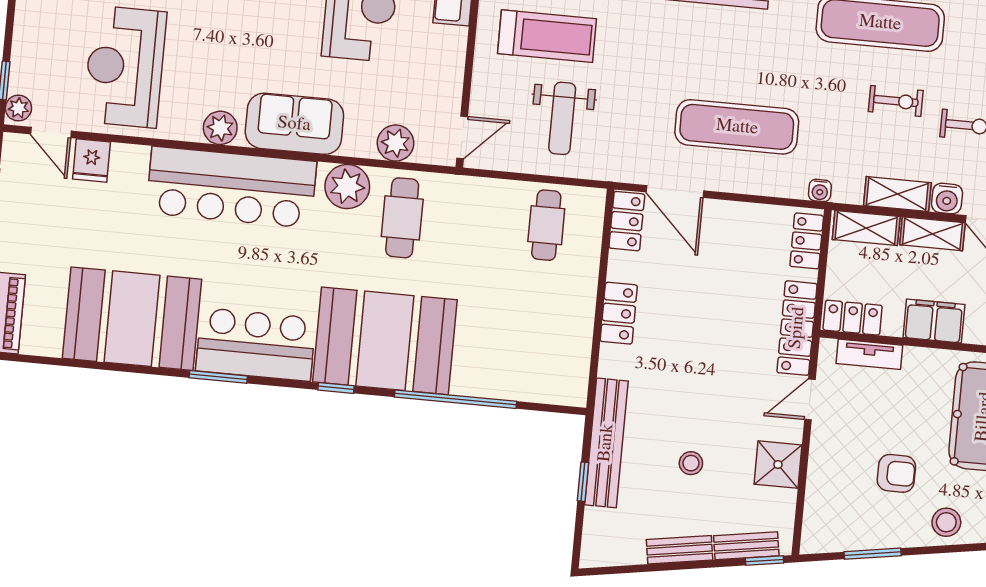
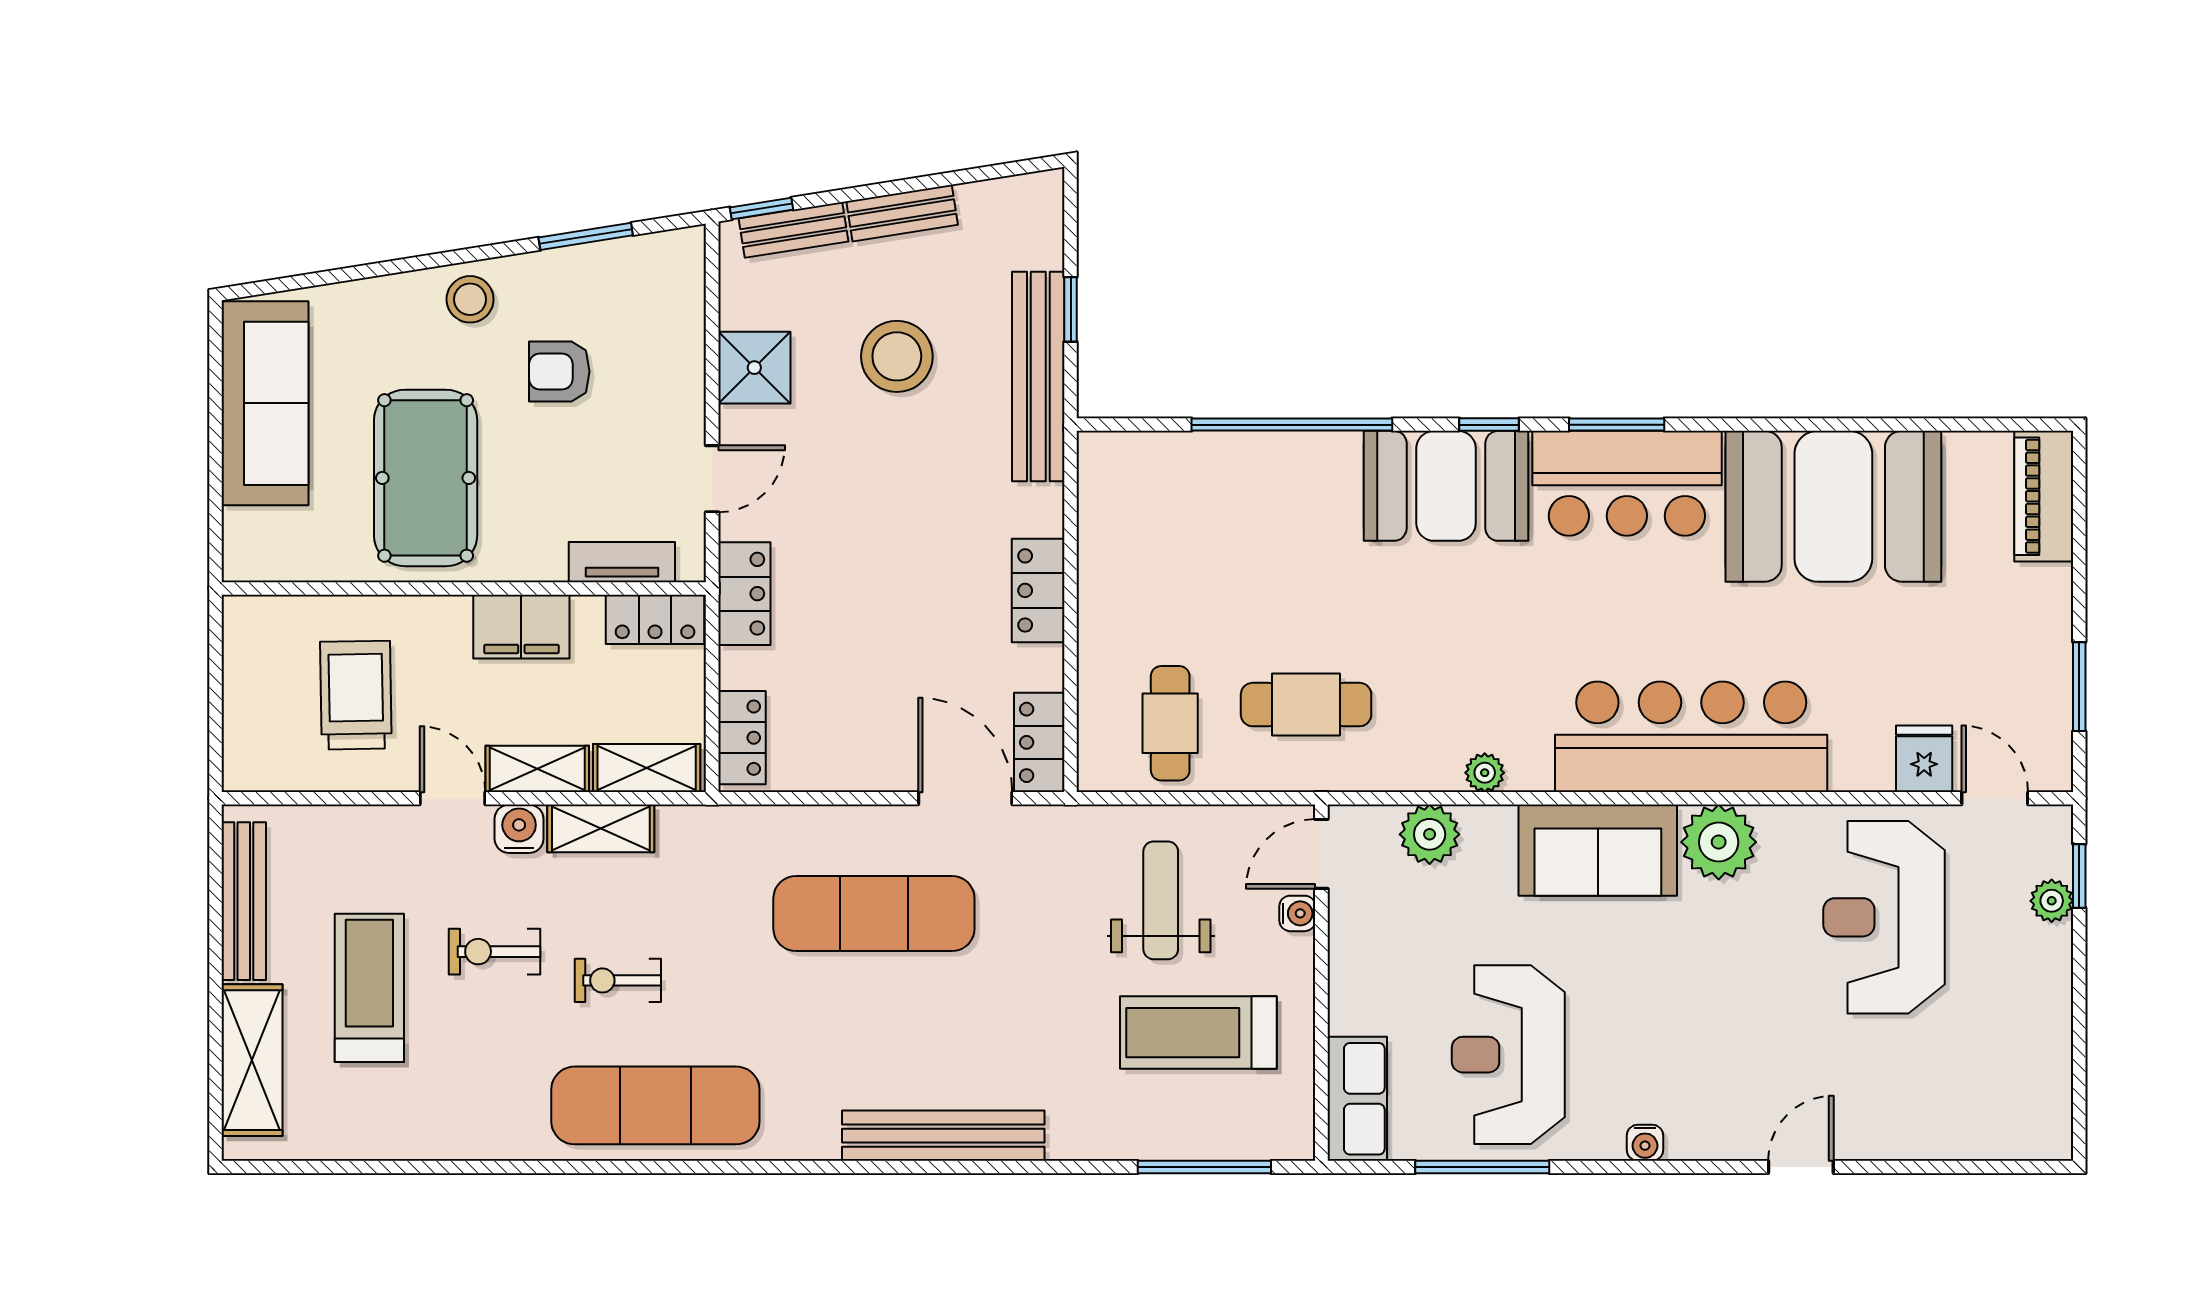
reception desk: (125, 67) -> (1884, 917), turned 180
plant: (18, 108) -> (2052, 901), moved
plant: (220, 128) -> (1719, 842), width x1.36, depth x1.36
plant: (347, 187) -> (1485, 773), width x0.53, depth x0.53
water cooler: (820, 190) -> (1297, 913), moved, turned 90
cafe table: (402, 218) -> (1306, 705), moved, turned 90
locker: (797, 328) -> (744, 594), width x0.66
booth: (385, 341) -> (1446, 486), width x0.73, depth x0.70
window: (218, 377) -> (1617, 425), moved
stool: (691, 463) -> (897, 356), width x1.89, depth x1.89

